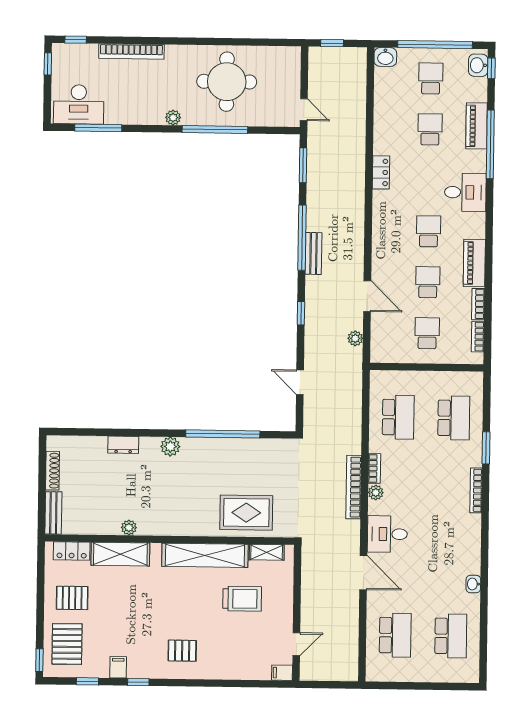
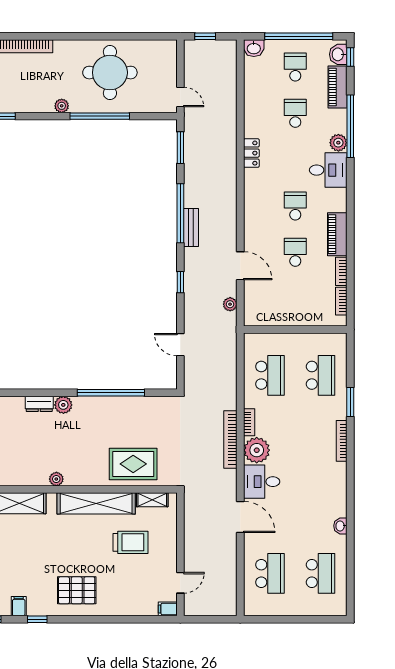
piano: (477, 126) -> (338, 87), moved
plant: (477, 162) -> (338, 143), added
school desk: (427, 333) -> (295, 299), removed
dresser: (123, 445) -> (39, 404), moved
plant: (376, 493) -> (257, 450), width x1.87, depth x1.87
plant: (129, 528) -> (56, 479), moved
pallet: (182, 651) -> (77, 590), width x1.50, depth x1.42

